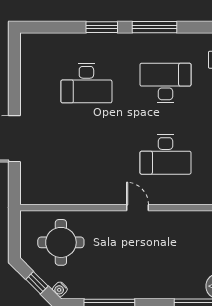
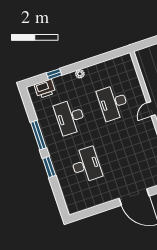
desk: (166, 154) -> (113, 103), turned 180

